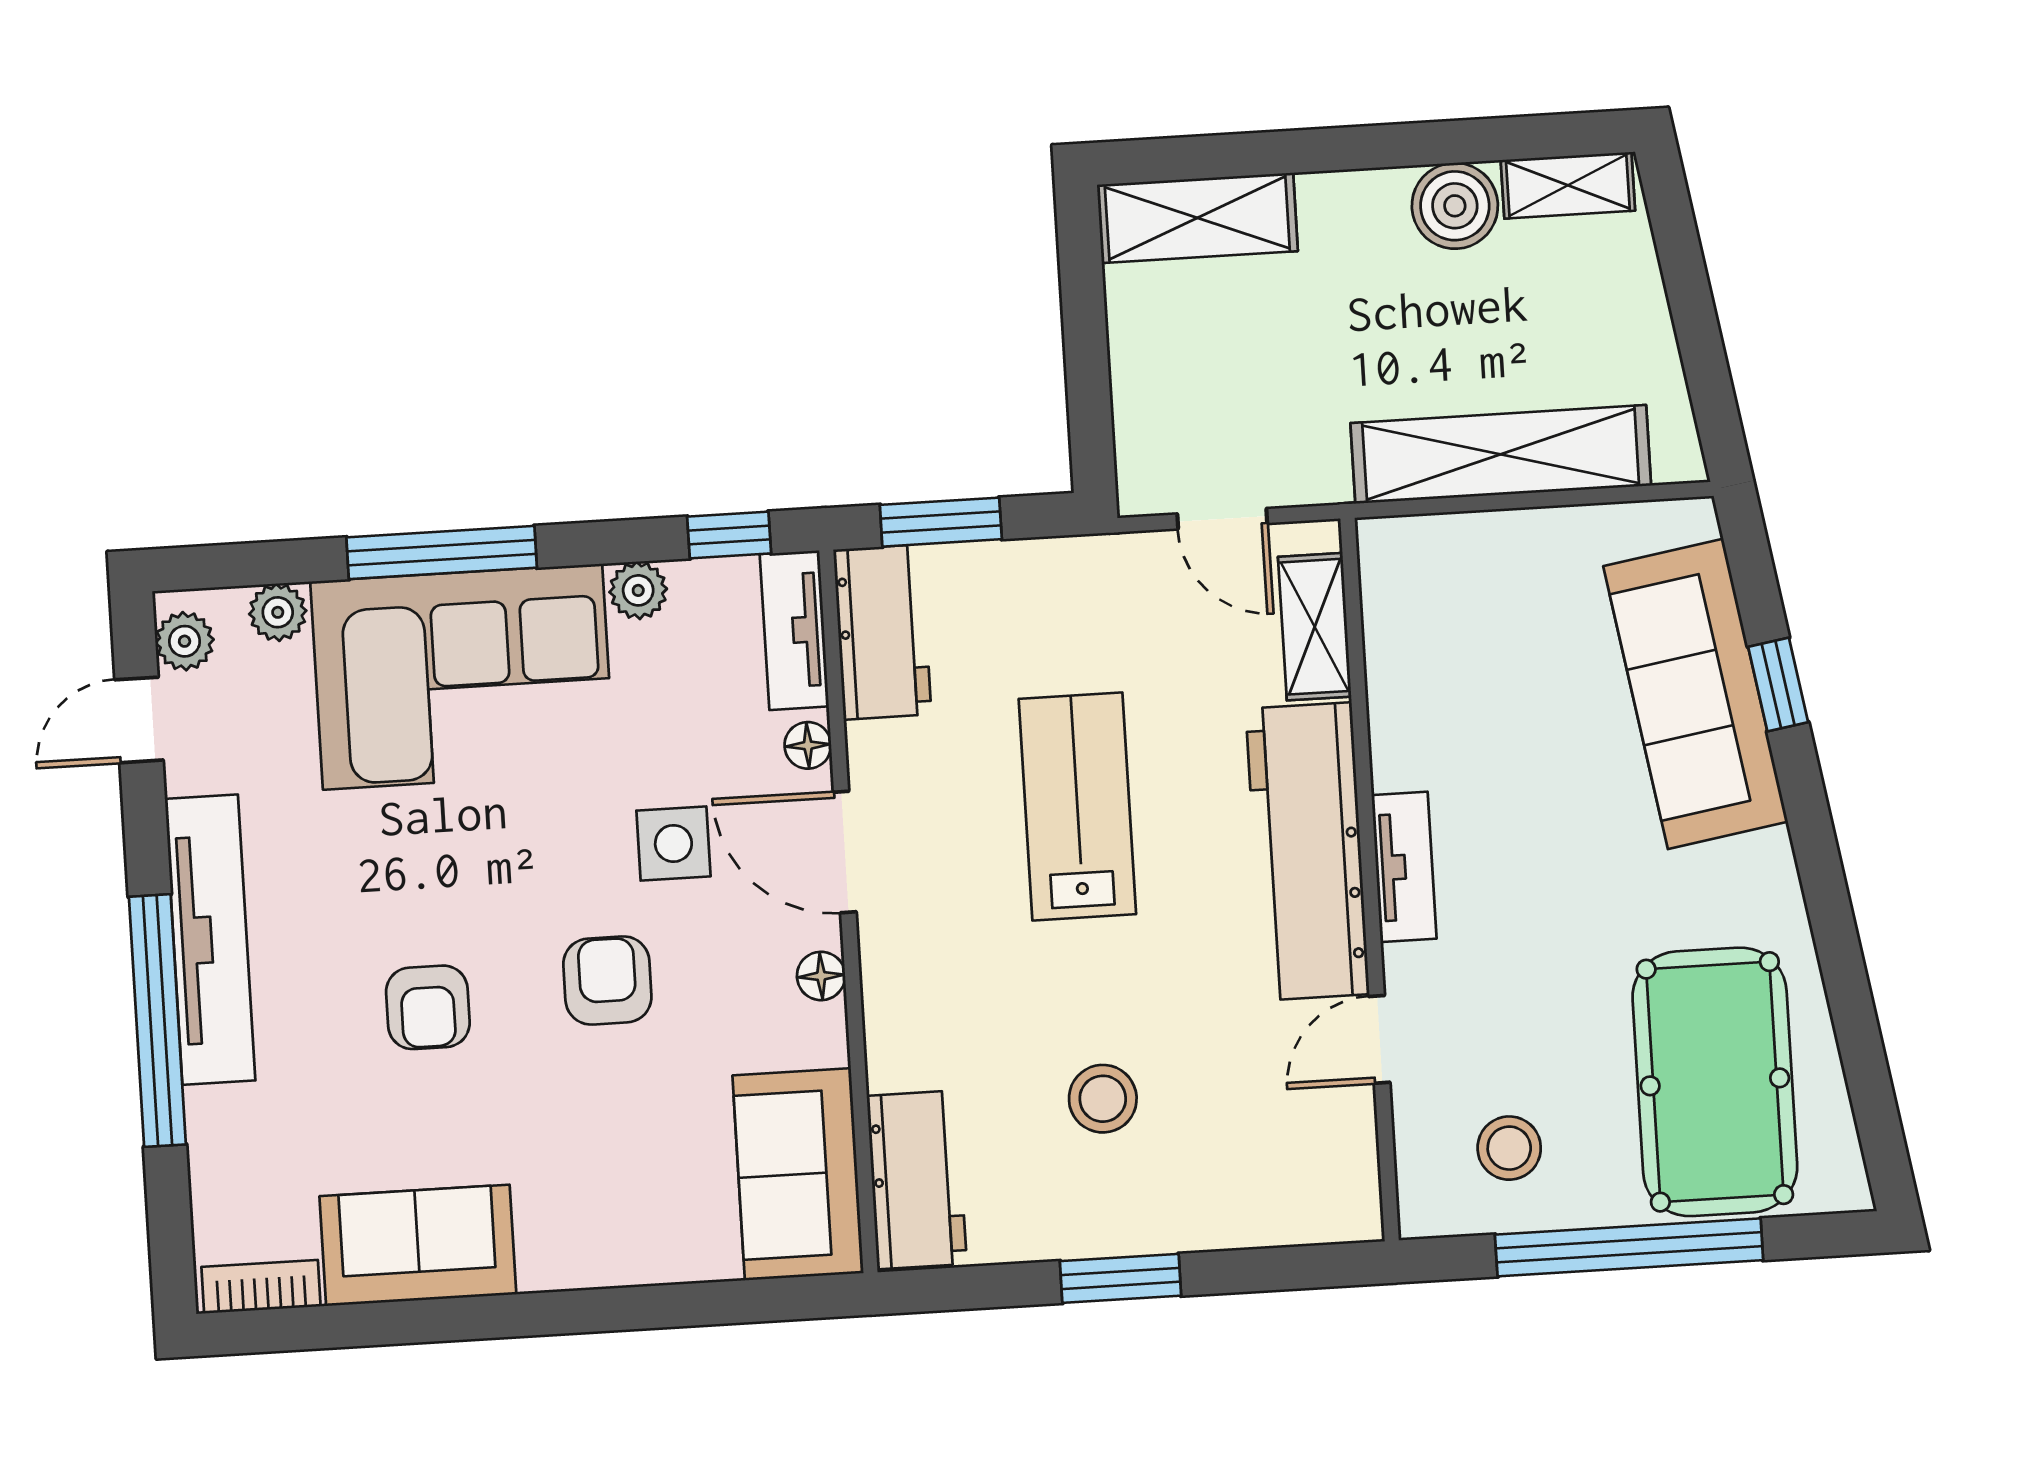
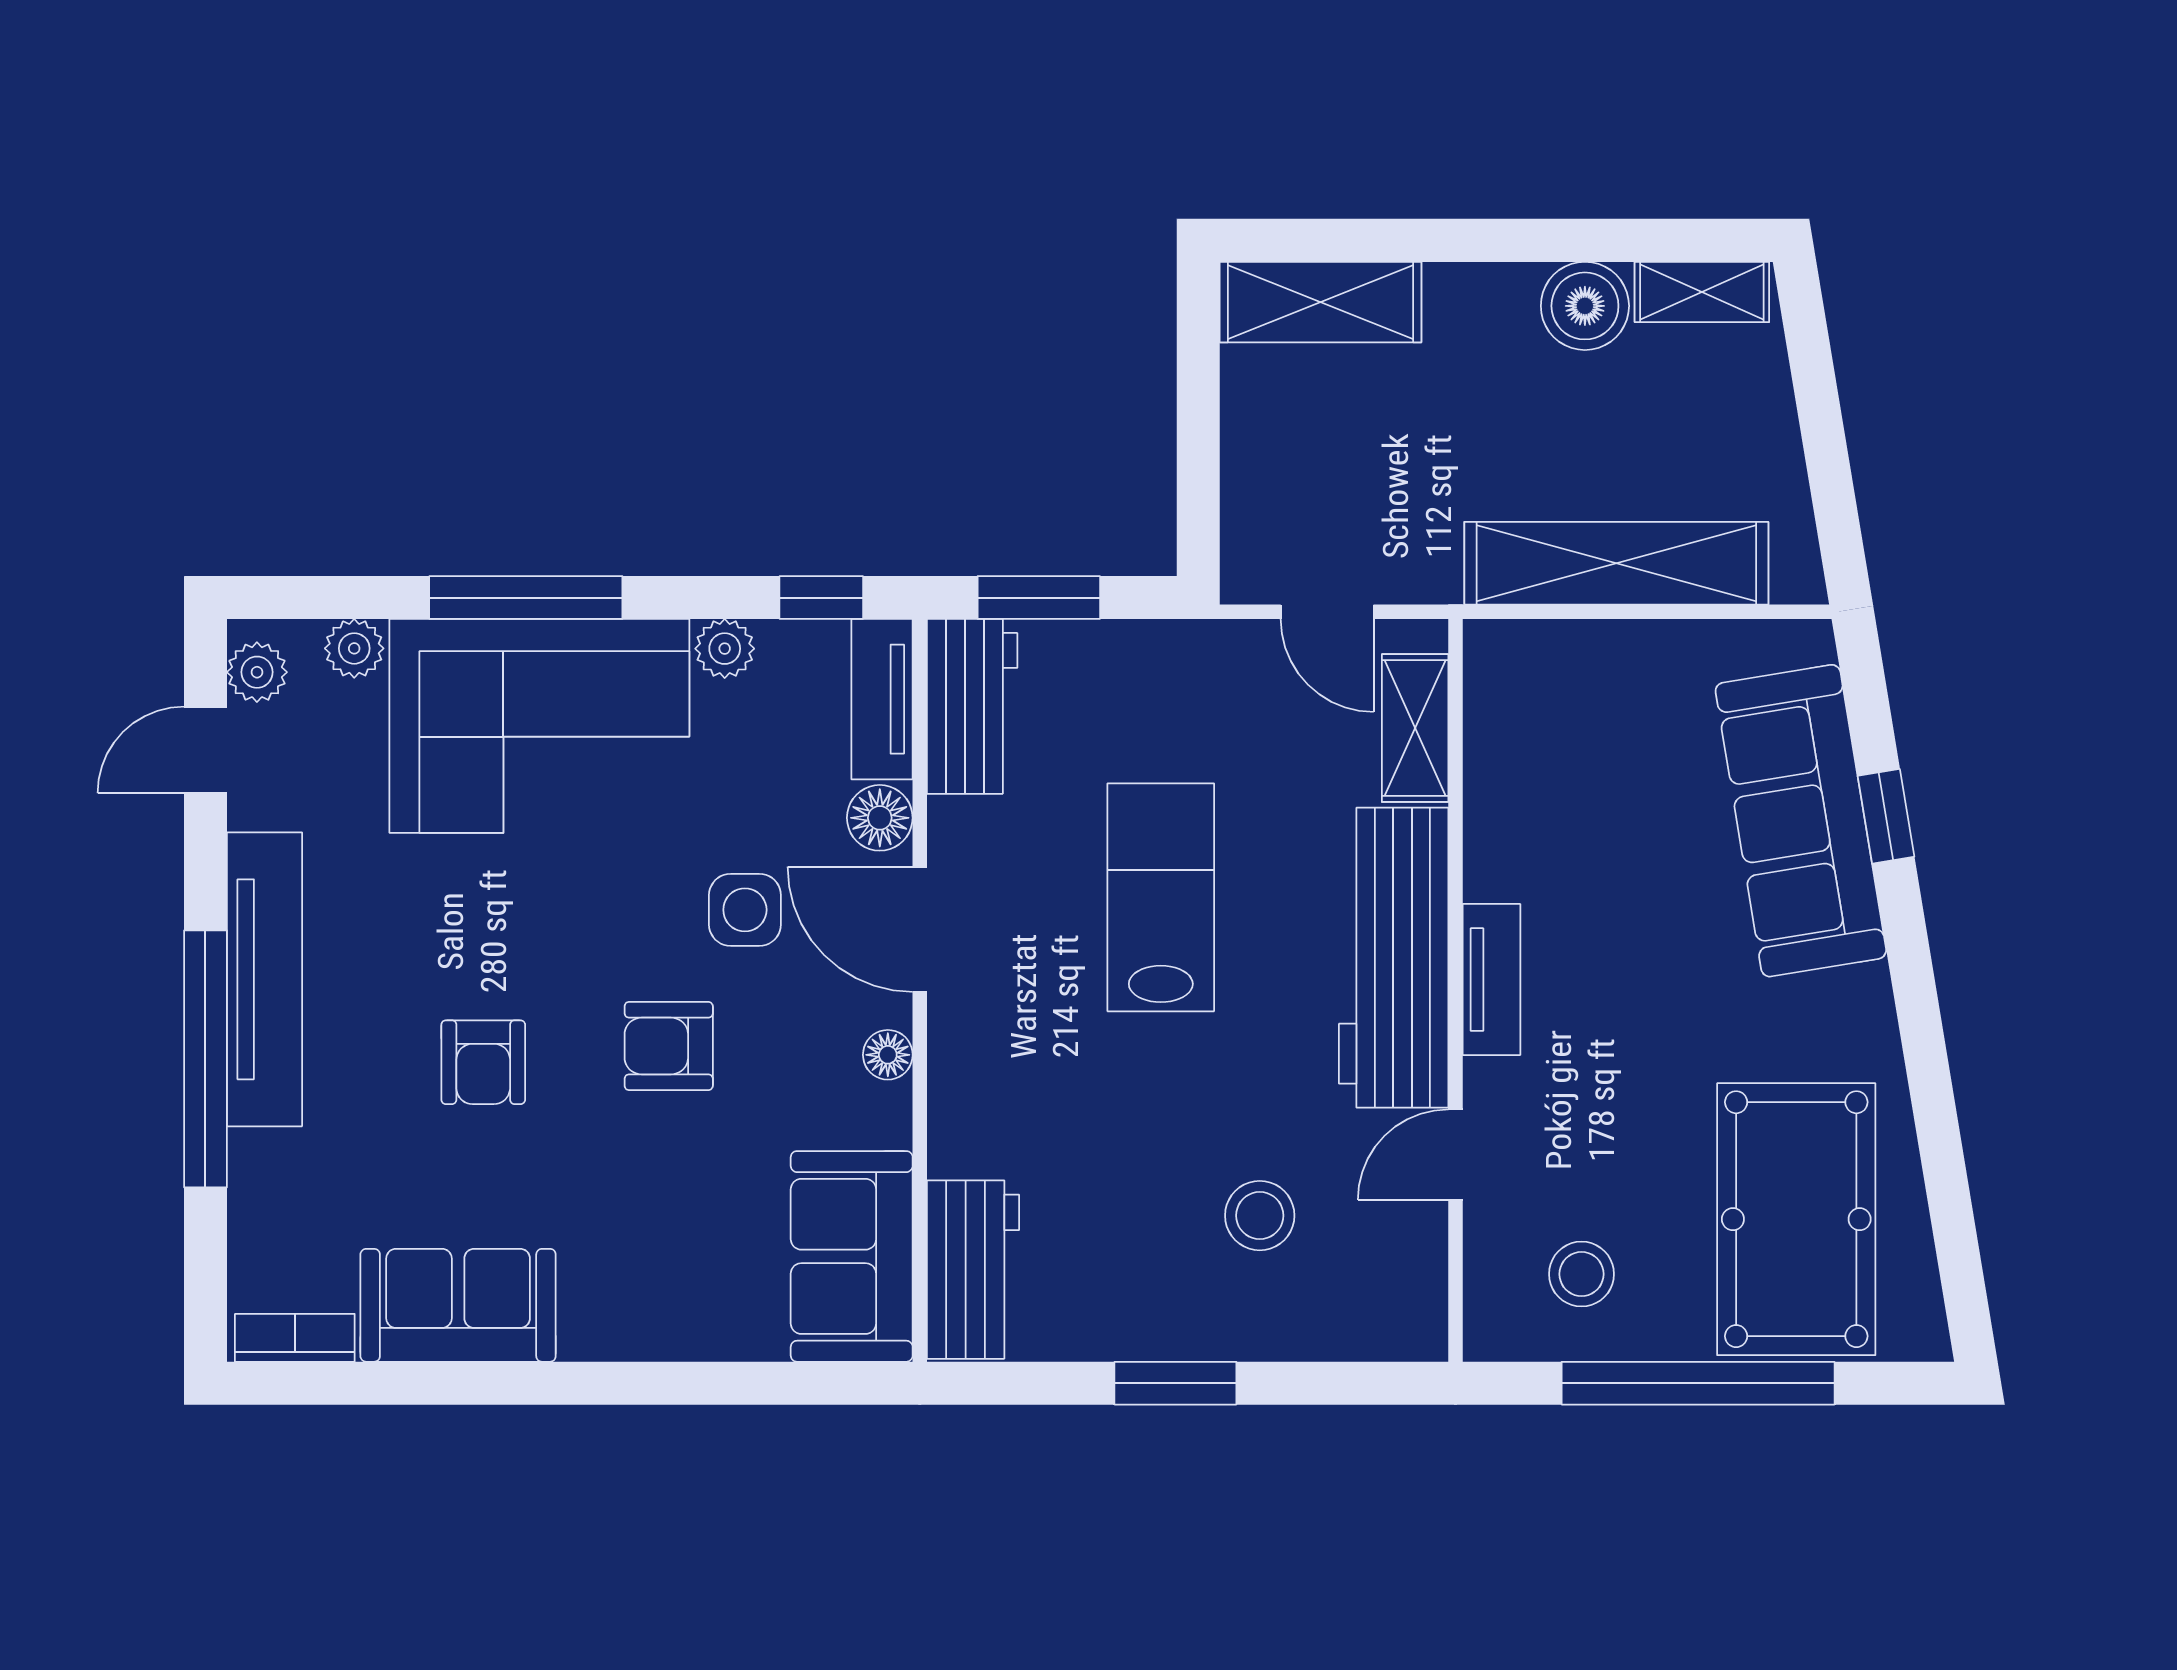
floor lamp: (808, 745) -> (880, 818), width x1.37, depth x1.37
armchair: (607, 980) -> (669, 1046), turned -90
stool: (1103, 1099) -> (1260, 1216), moved

